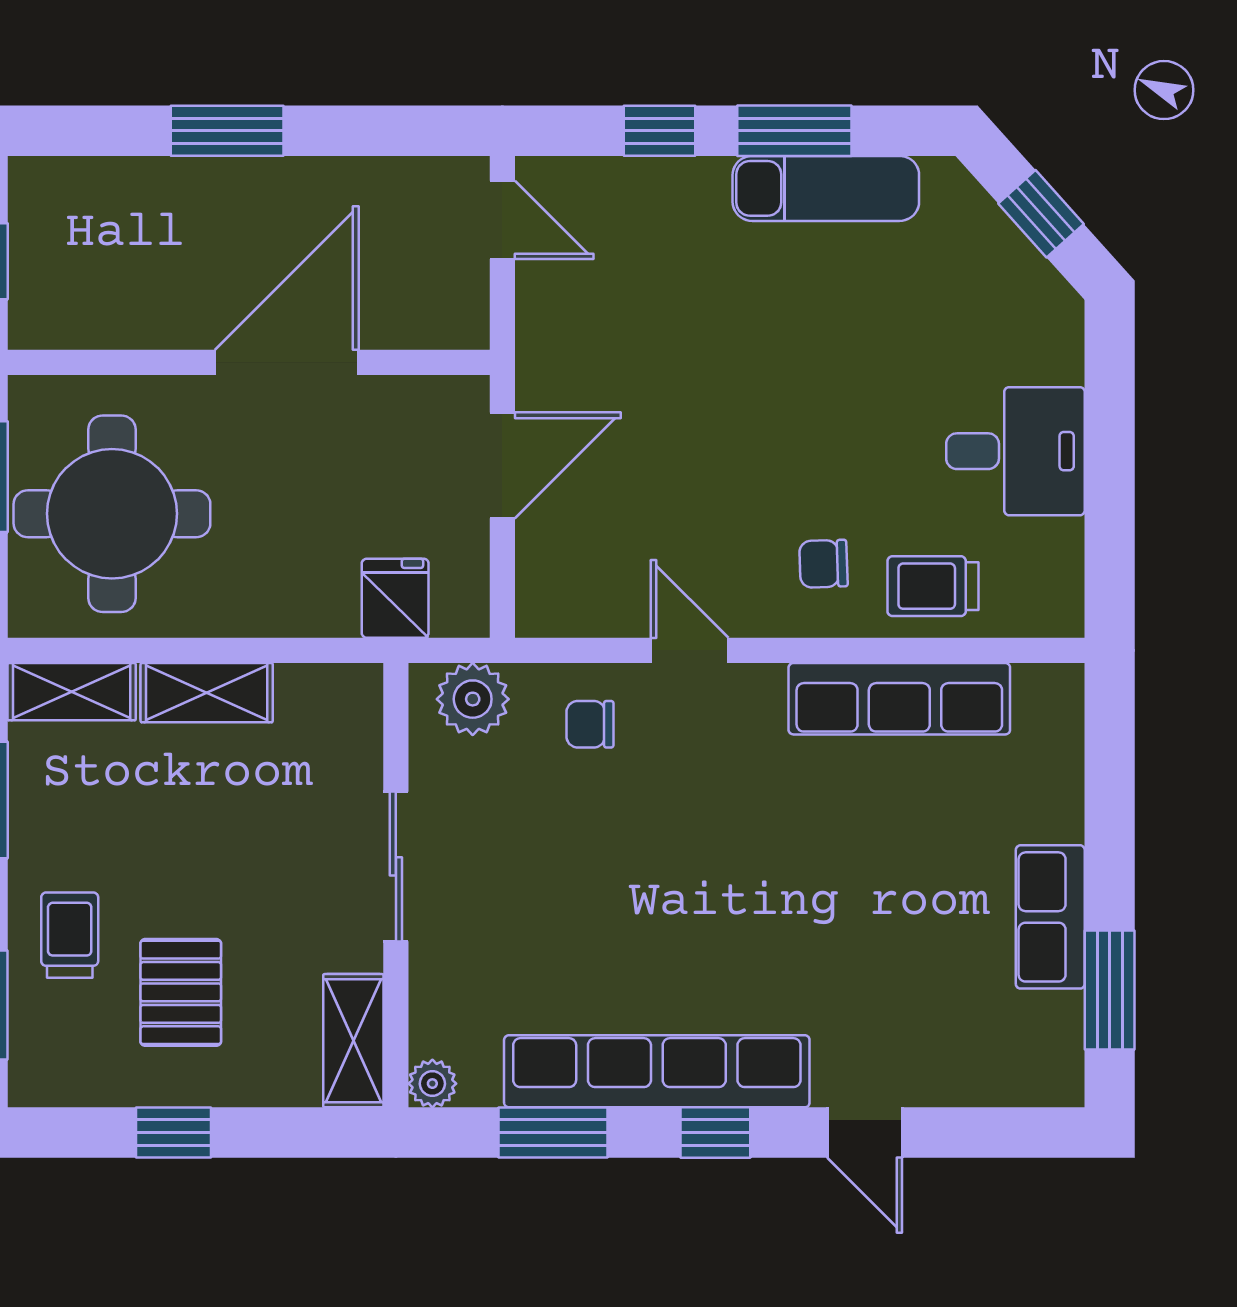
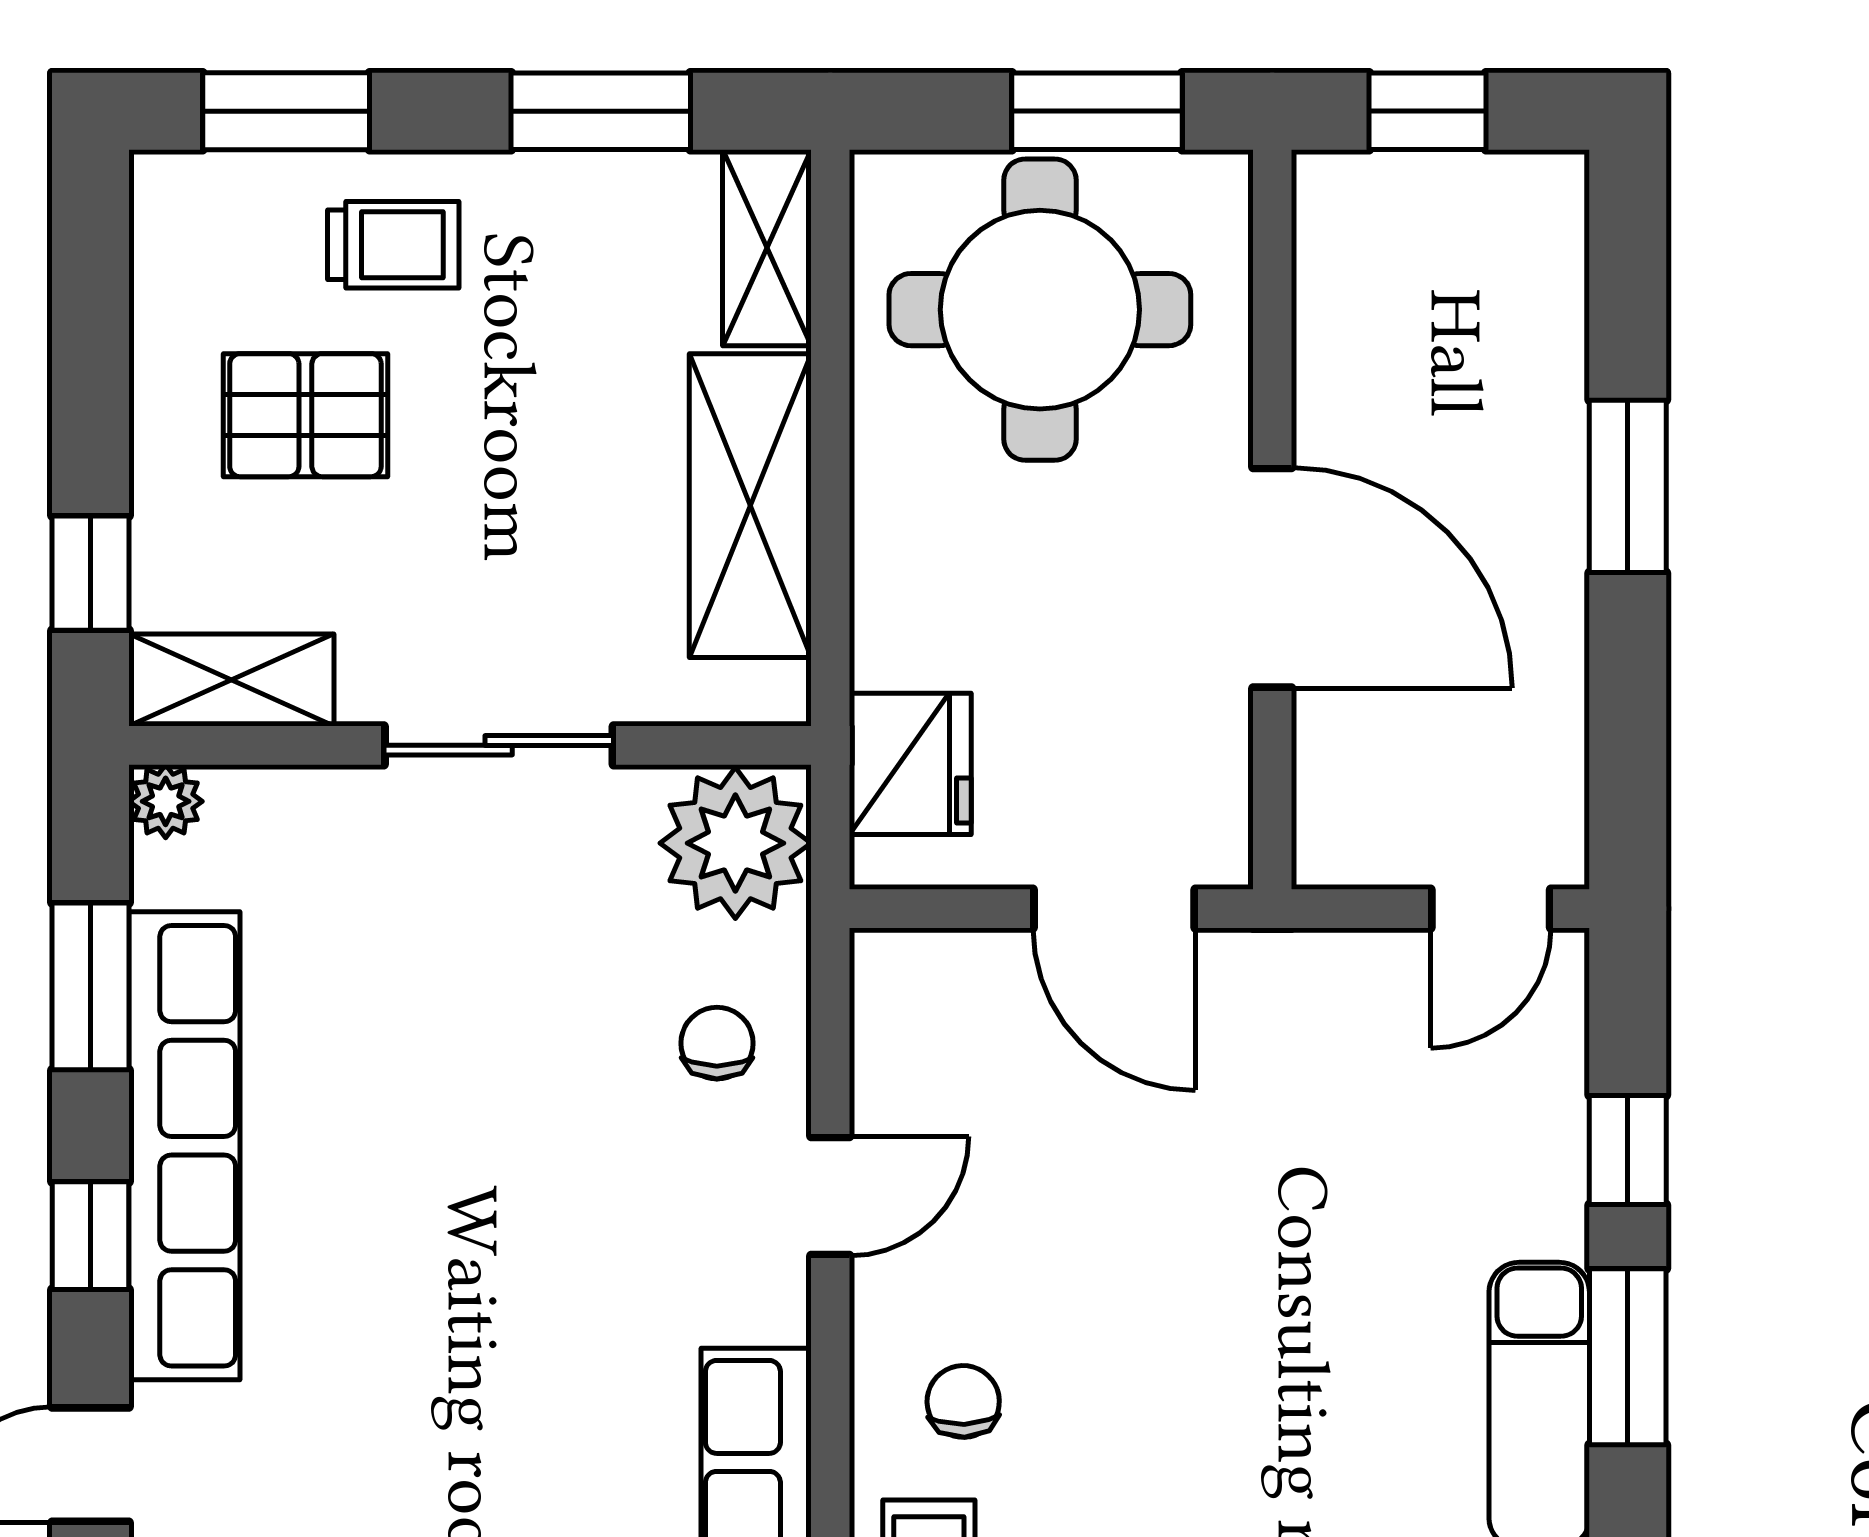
fridge: (395, 598) -> (910, 764), width x1.38
shelving: (207, 693) -> (750, 506), width x1.50, depth x1.33
plant: (473, 699) -> (735, 843), width x1.36, depth x1.36
window: (173, 1132) -> (90, 573), moved

